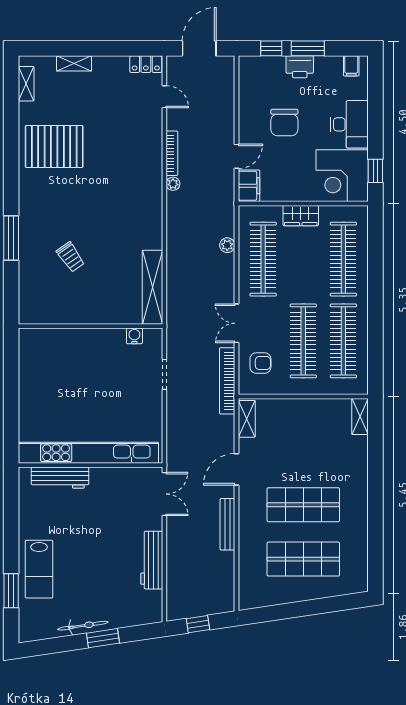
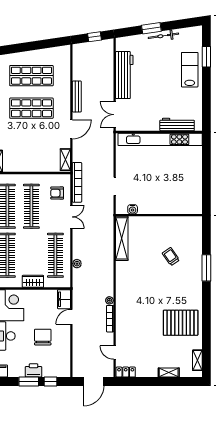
workbench: (152, 560) -> (124, 75), width x1.36, depth x1.32

